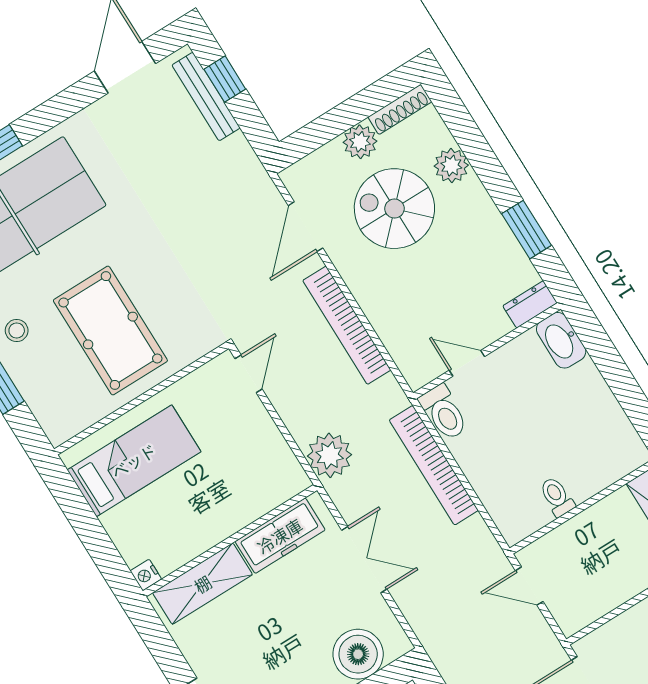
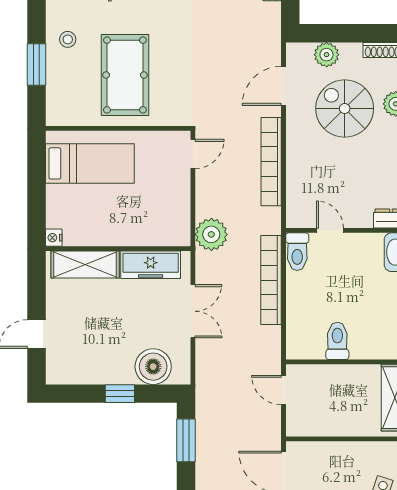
plant: (360, 142) -> (327, 55), moved
toilet: (557, 497) -> (337, 341), width x1.37, depth x1.39

